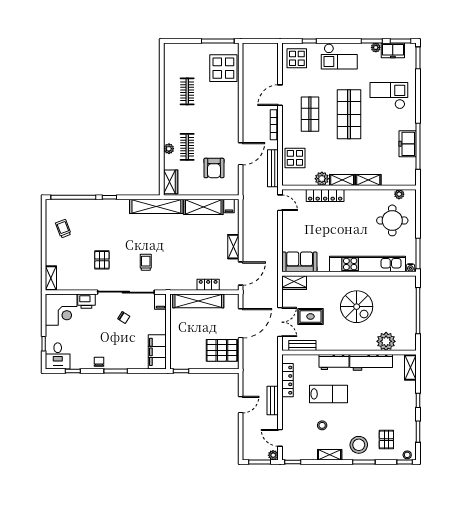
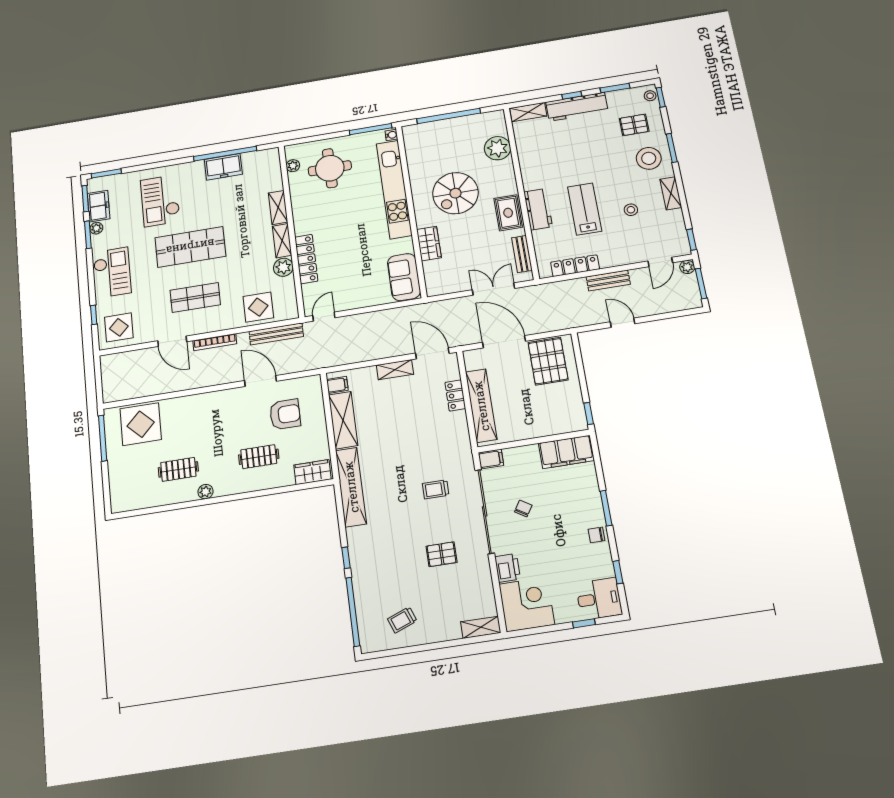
plant: (169, 149) -> (206, 492), moved
wardrobe: (294, 283) -> (429, 244), moved
spiral stairs: (357, 307) -> (455, 193), turned 180
rug: (310, 316) -> (508, 213), moved
workbench: (371, 362) -> (577, 107), moved, turned 90

